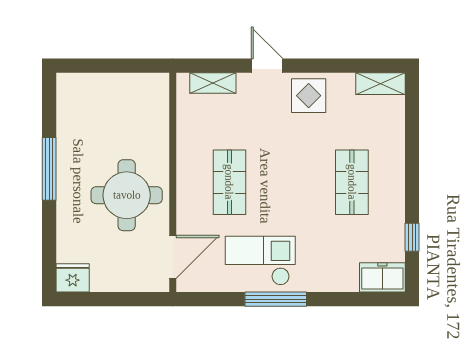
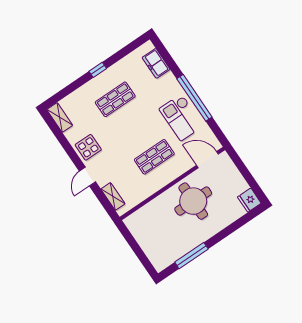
window: (49, 169) -> (191, 256), moved
window: (412, 237) -> (98, 70), moved
freezer: (382, 277) -> (156, 63), moved
window: (276, 299) -> (194, 98), width x1.46

